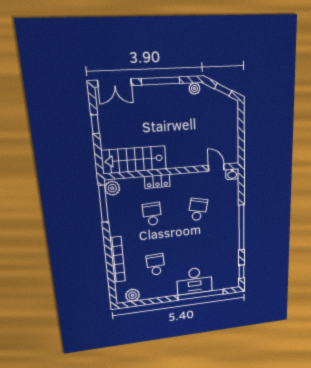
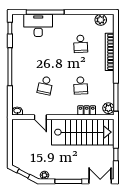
stairs: (134, 160) -> (83, 132), width x1.36, depth x1.51
door: (216, 168) -> (40, 117), moved
locker: (157, 181) -> (87, 110), moved
desk: (195, 281) -> (38, 25), moved

